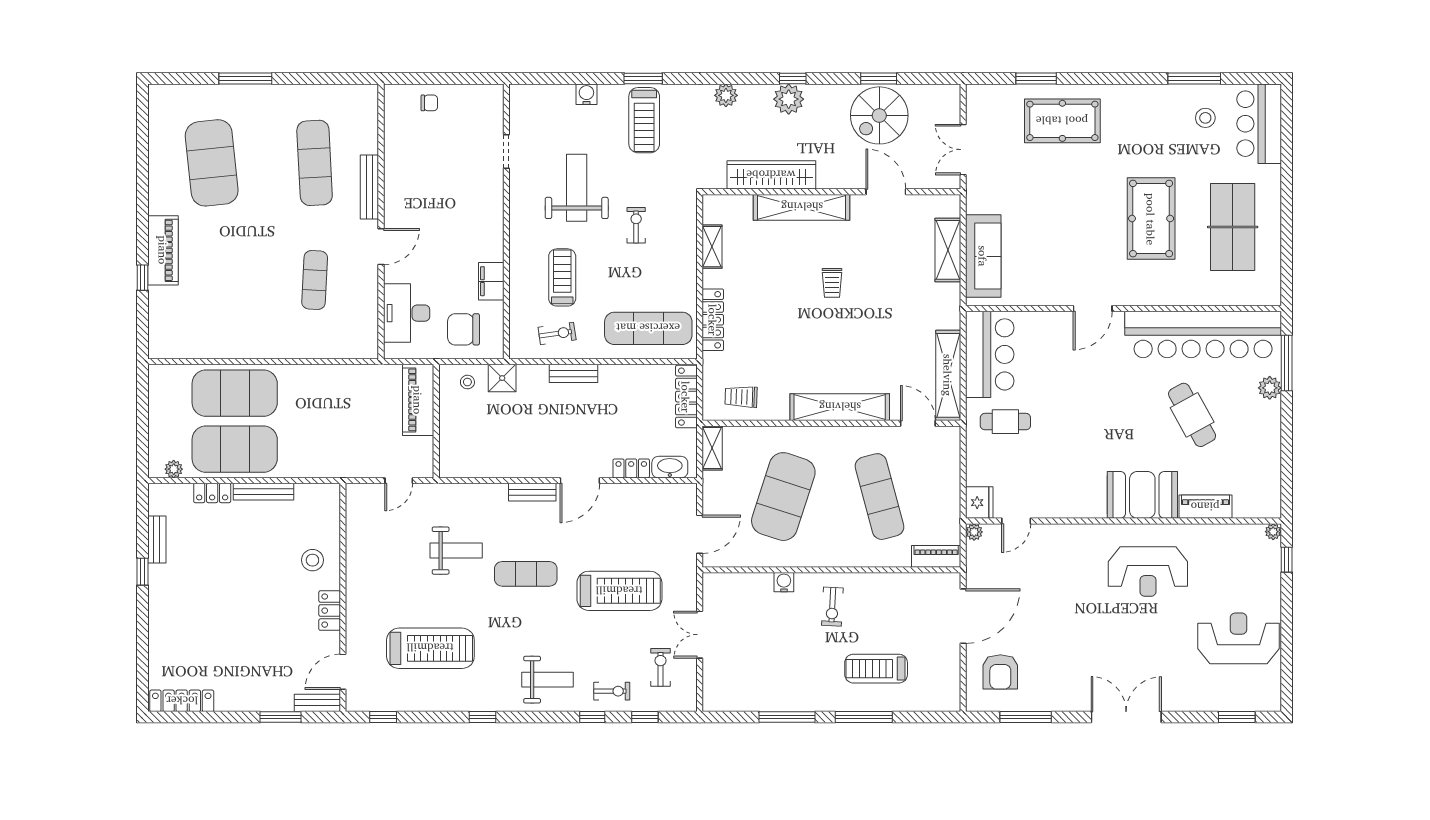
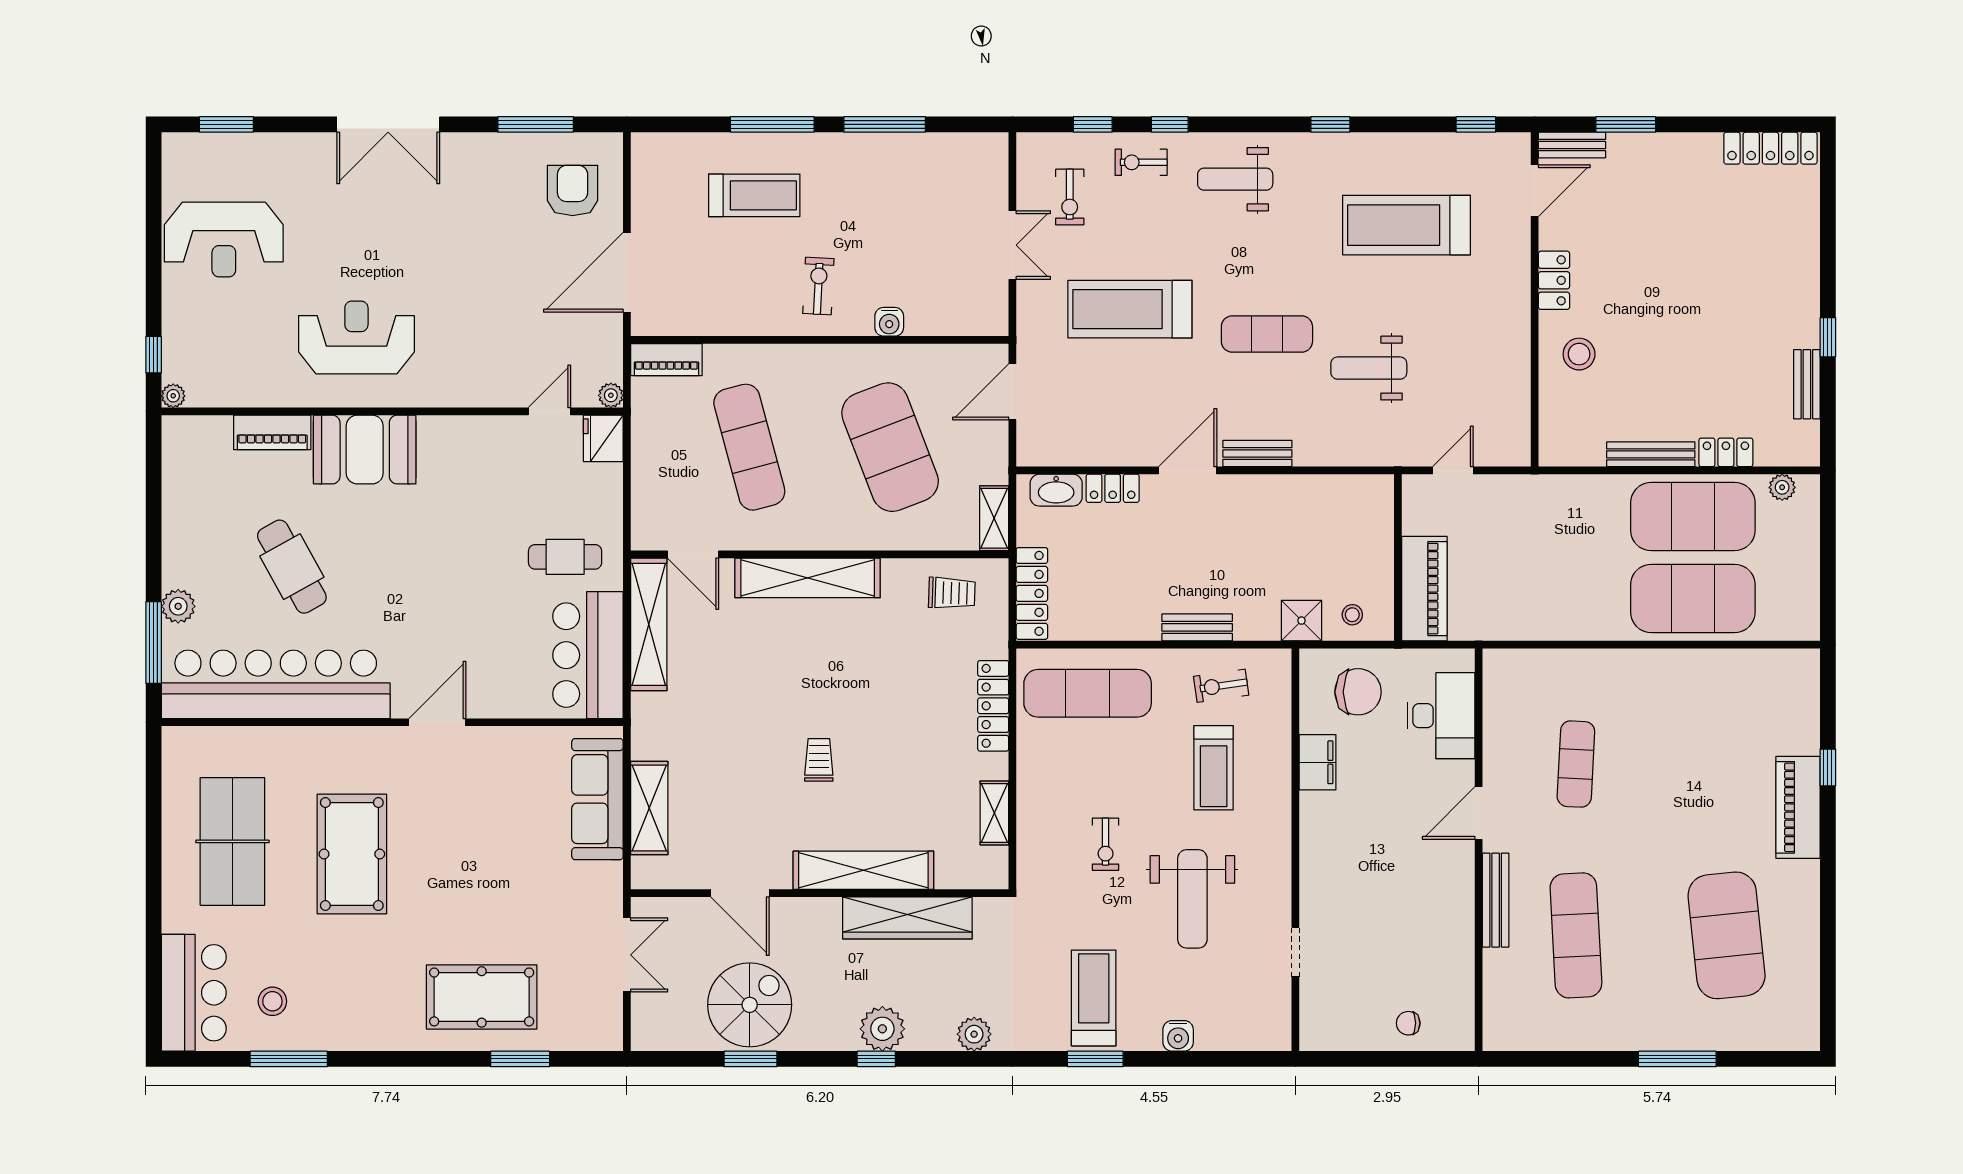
exercise mat: (783, 497) -> (890, 447), turned -39

